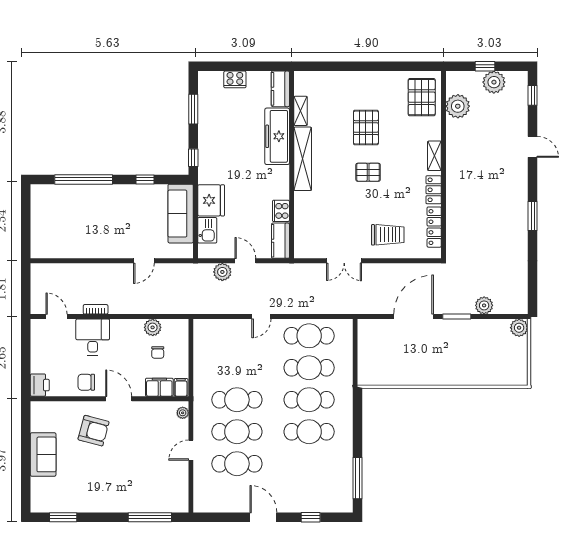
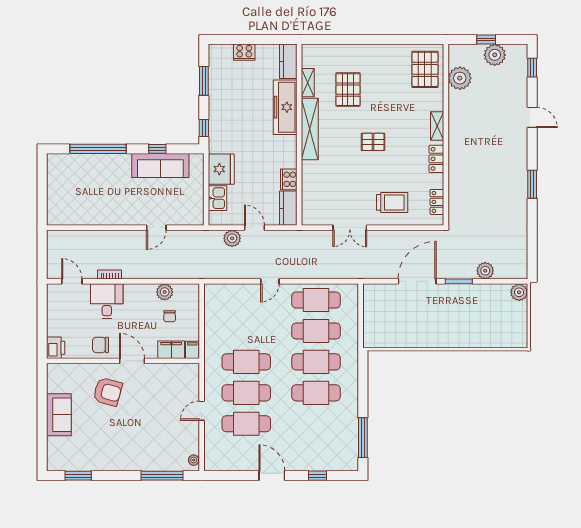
pallet: (366, 128) -> (348, 90), moved
sofa: (181, 214) -> (160, 165), moved, turned -90
locker: (434, 227) -> (437, 202), width x0.66
plant: (183, 413) -> (194, 460), moved

